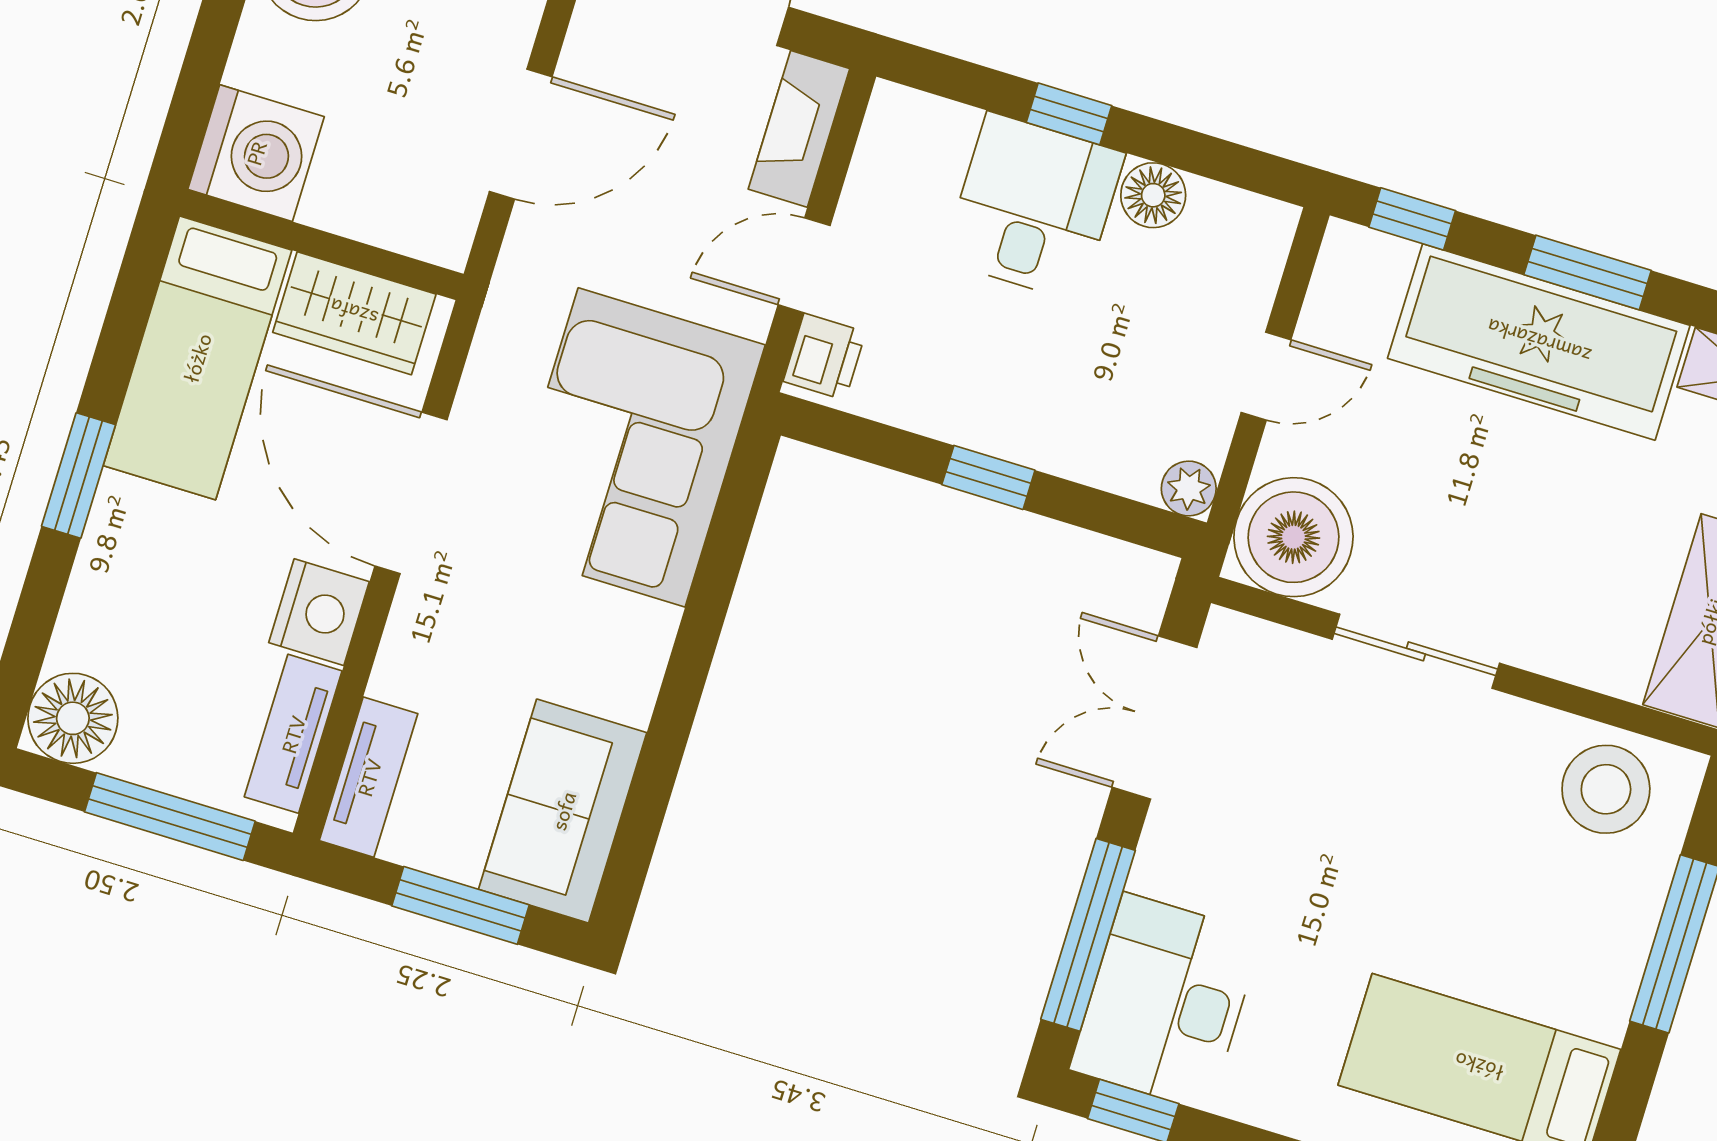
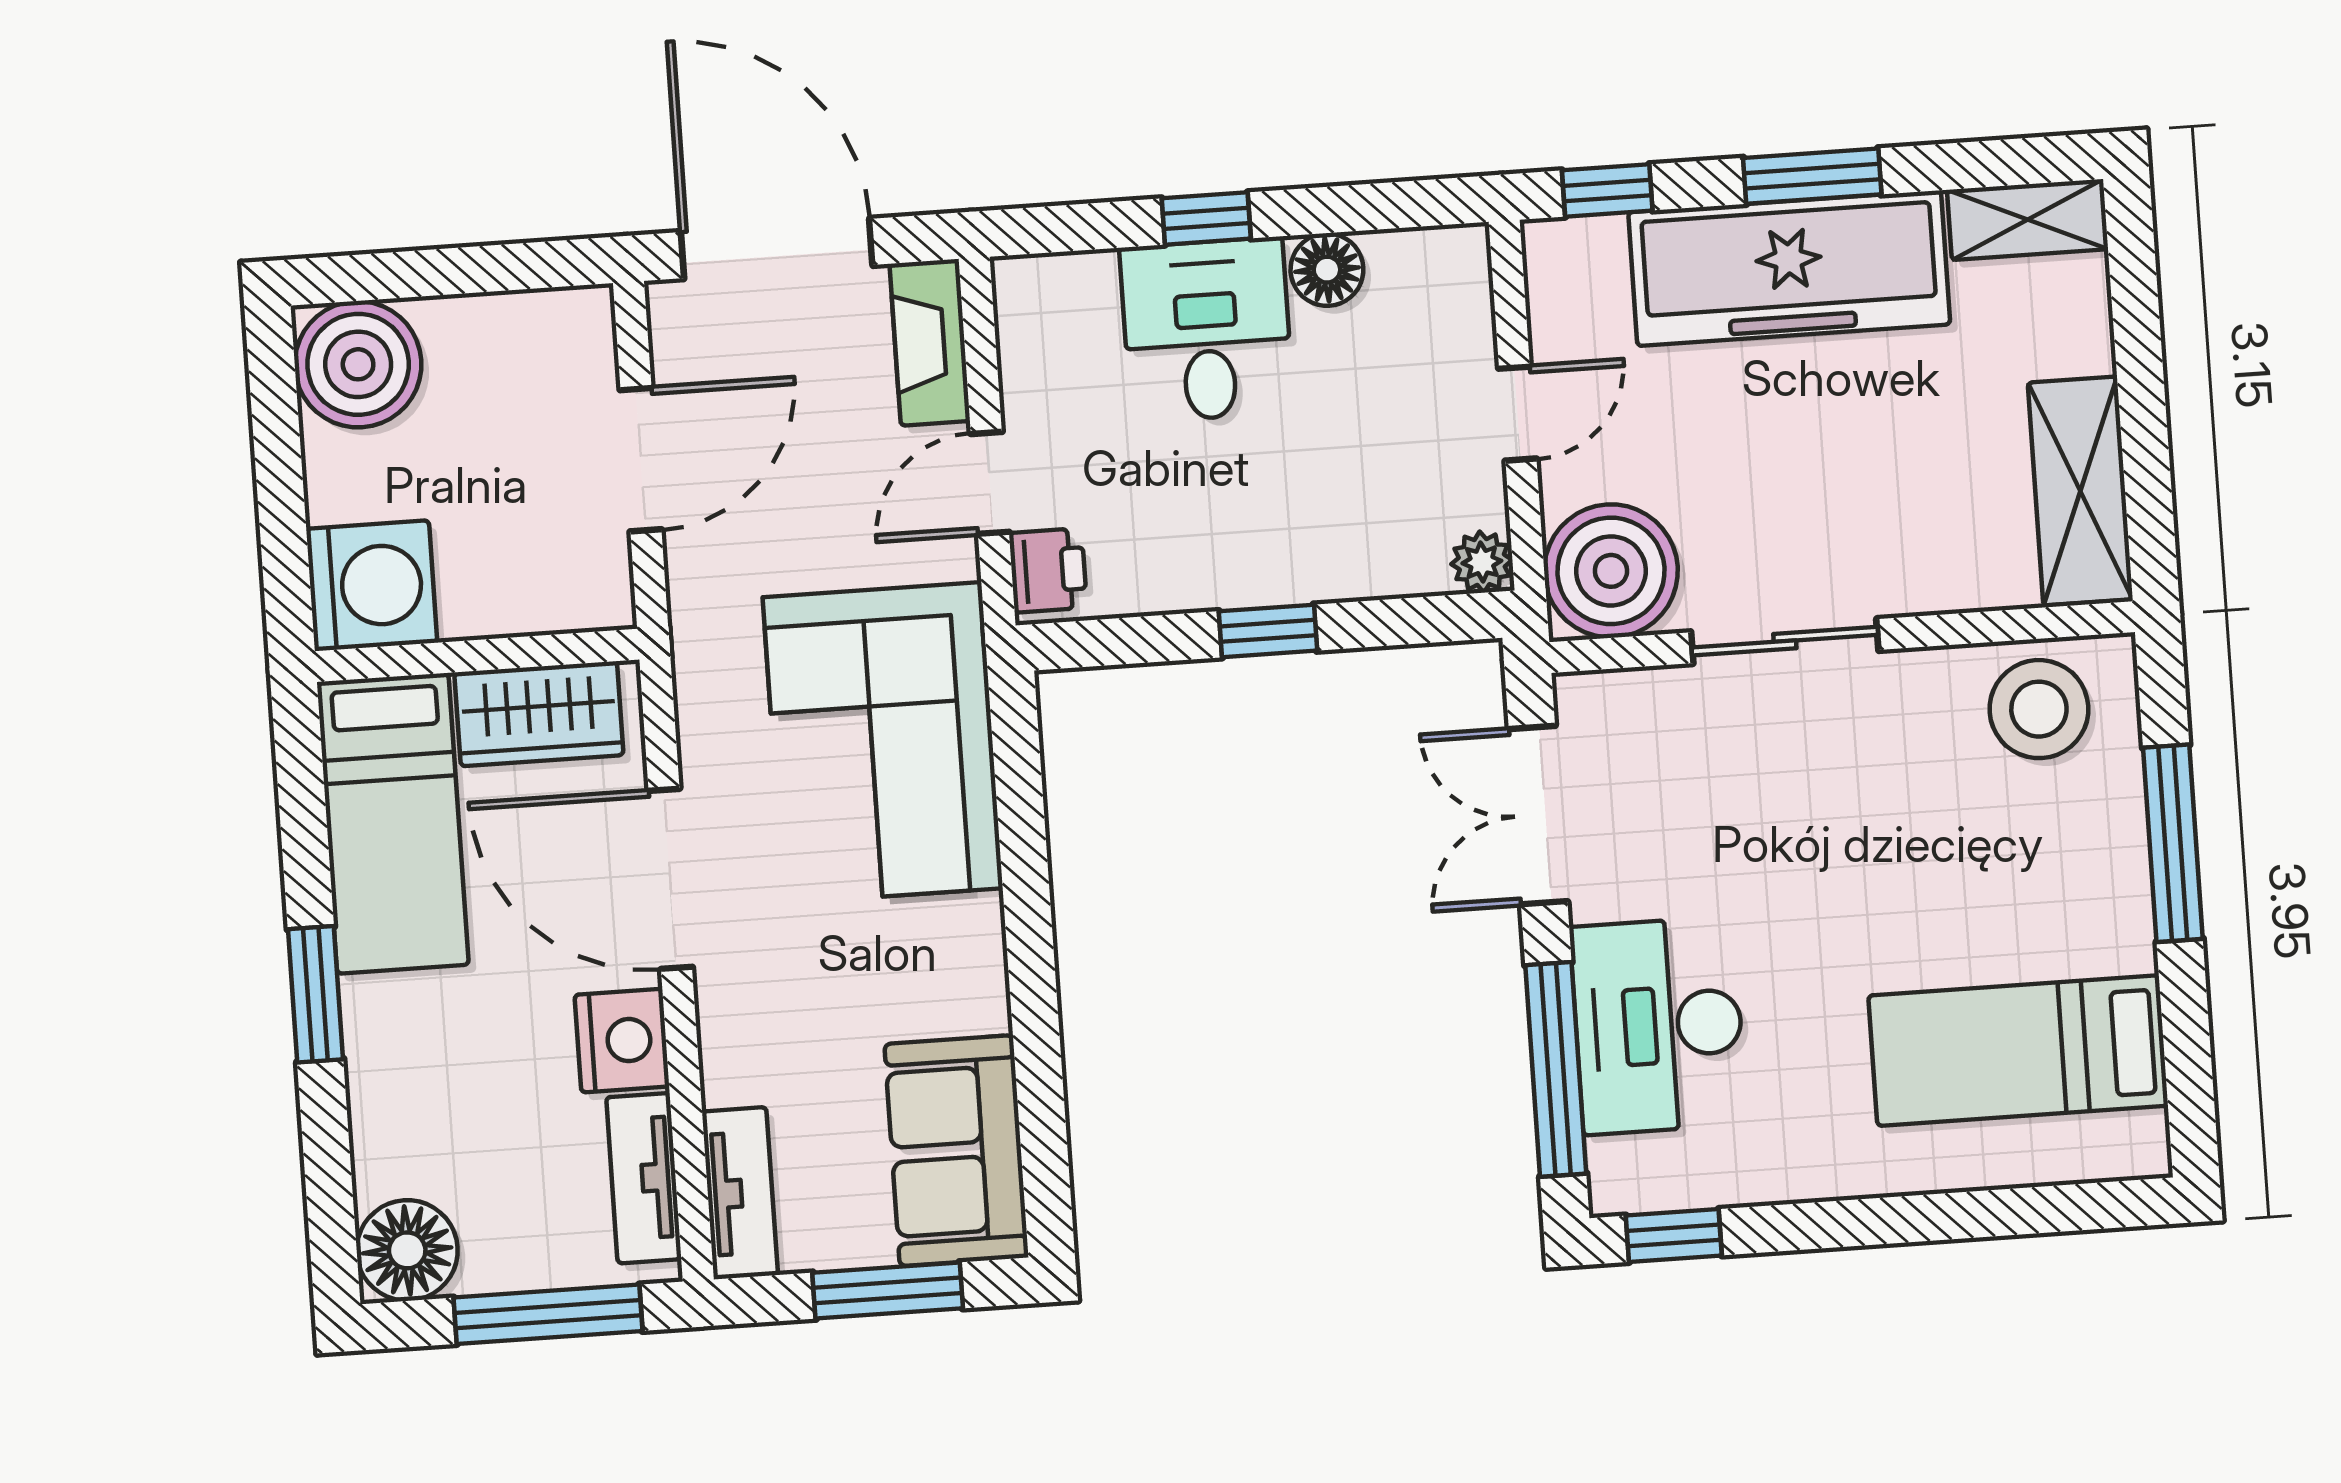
desk: (1166, 1002) -> (1658, 1026), moved

